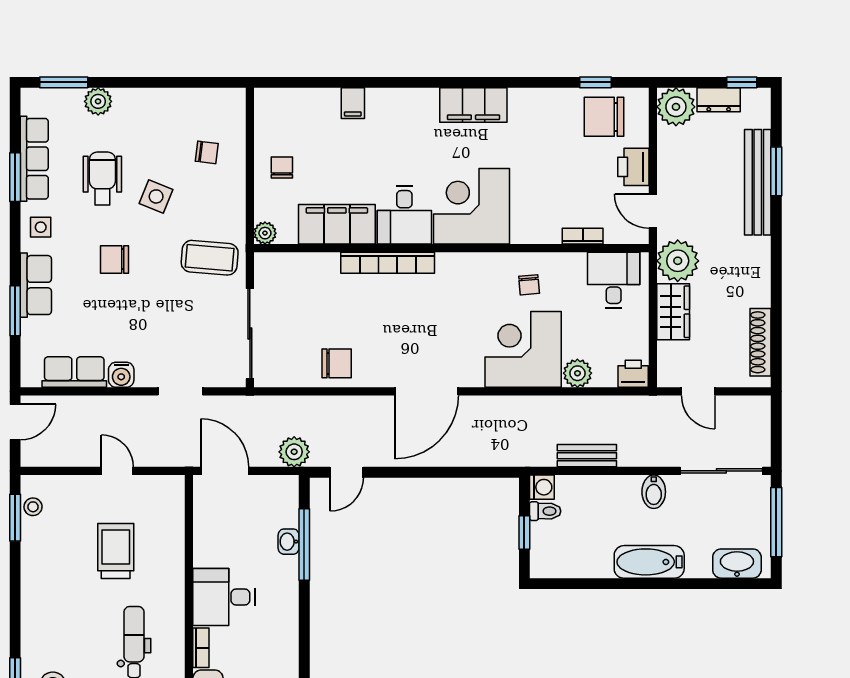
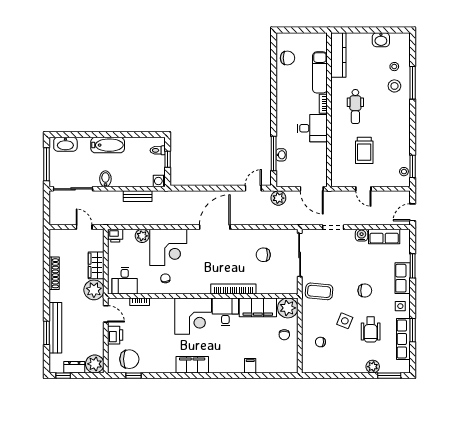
plant: (265, 233) -> (288, 308), width x1.88, depth x1.88
shoe rack: (760, 342) -> (54, 273), moved
chair: (337, 363) -> (263, 255), moved
toilet: (545, 511) -> (158, 150), moved

